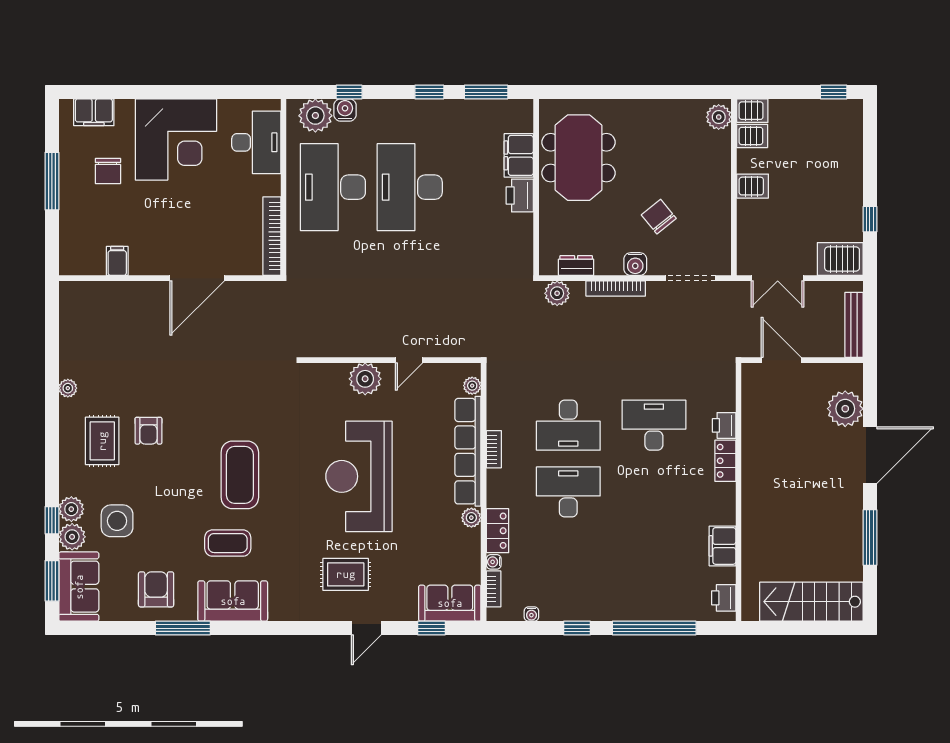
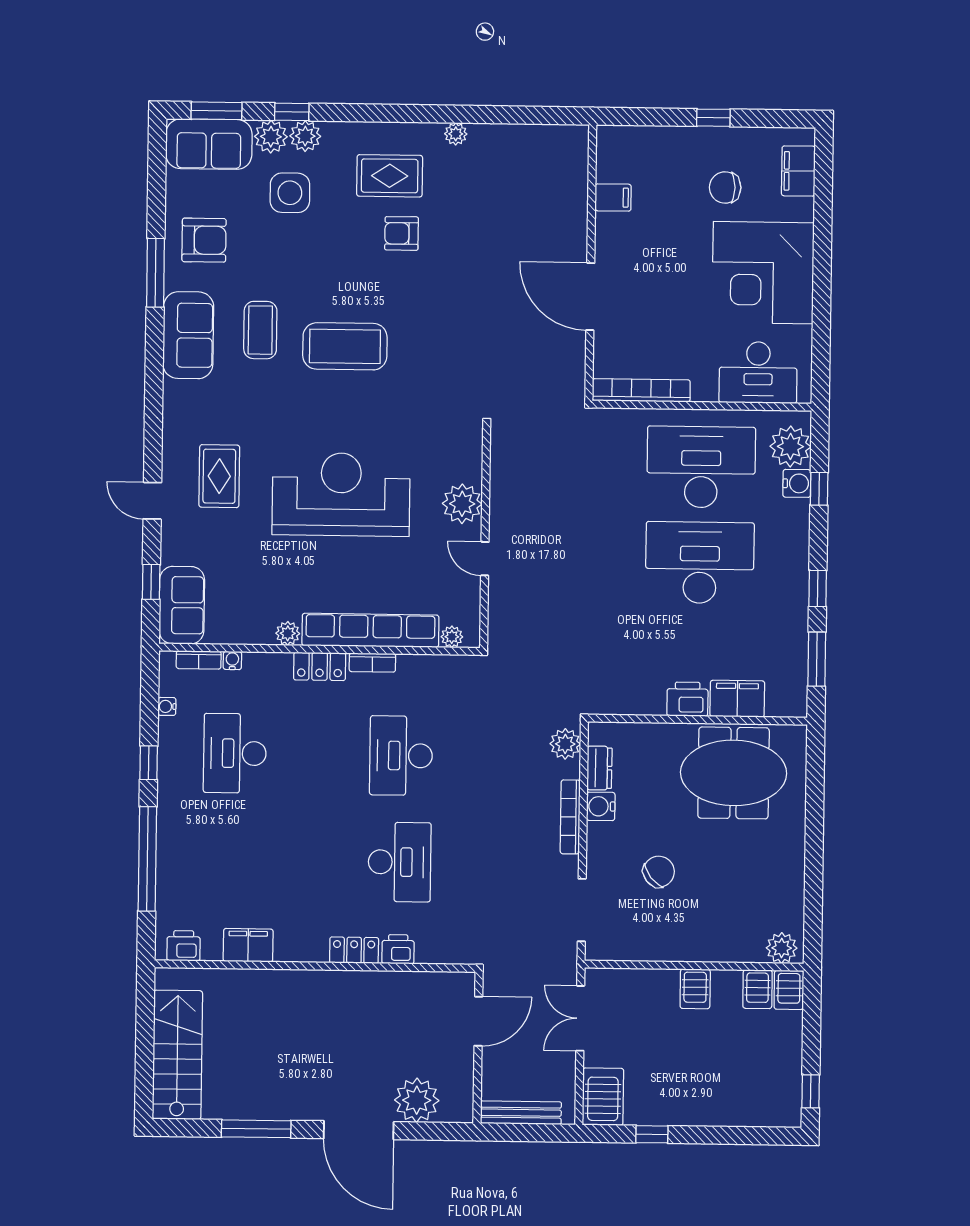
window: (52, 181) -> (713, 118), width x0.46
water cooler: (635, 264) -> (601, 806), moved
desk: (568, 492) -> (235, 753), moved, turned 180
locker: (498, 531) -> (320, 666), moved

